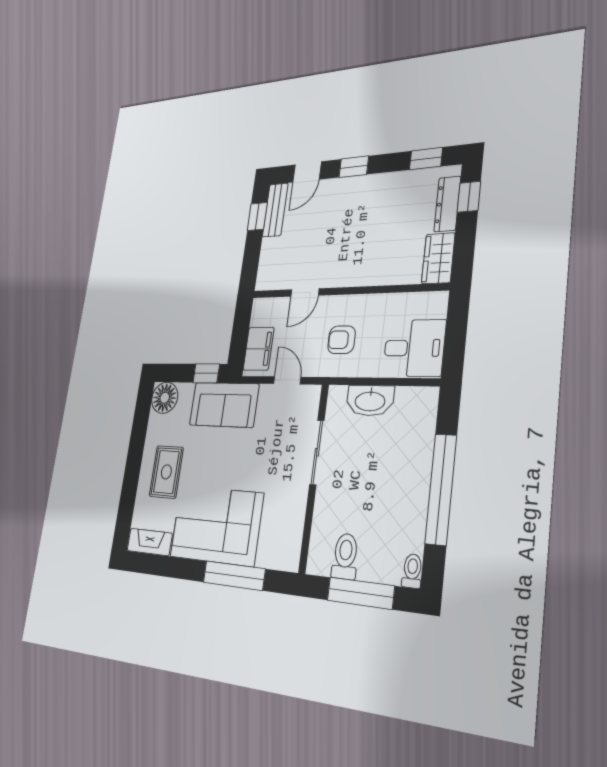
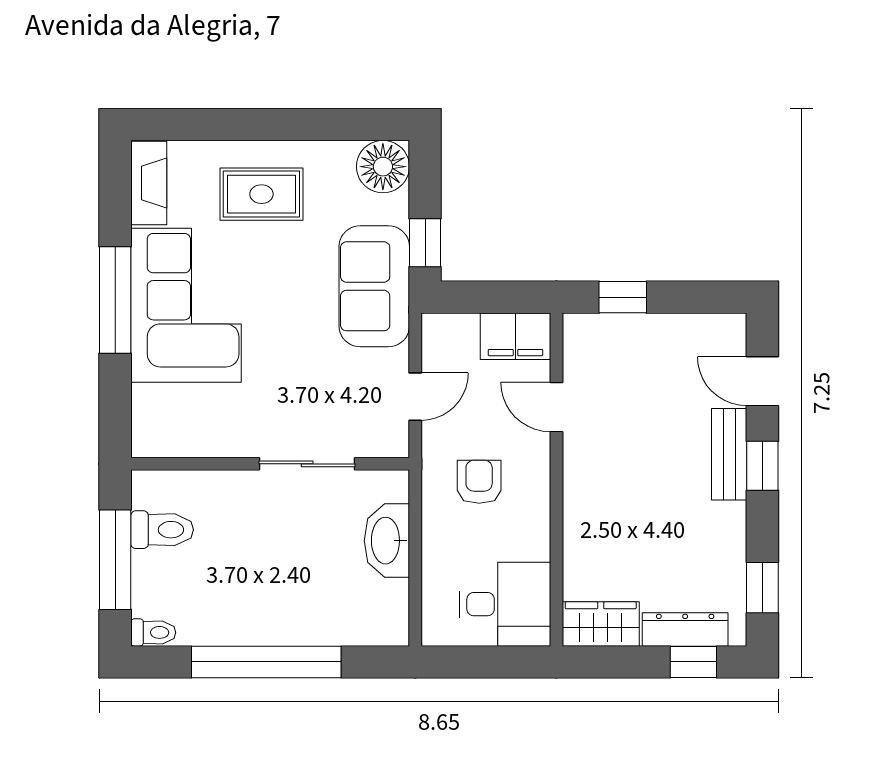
bench: (275, 210) -> (729, 454), moved, turned 90
window: (257, 217) -> (623, 297), moved
desk: (414, 348) -> (505, 604), moved, turned -90
filing cabinet: (258, 349) -> (515, 336), moved
window: (234, 576) -> (115, 300), moved

